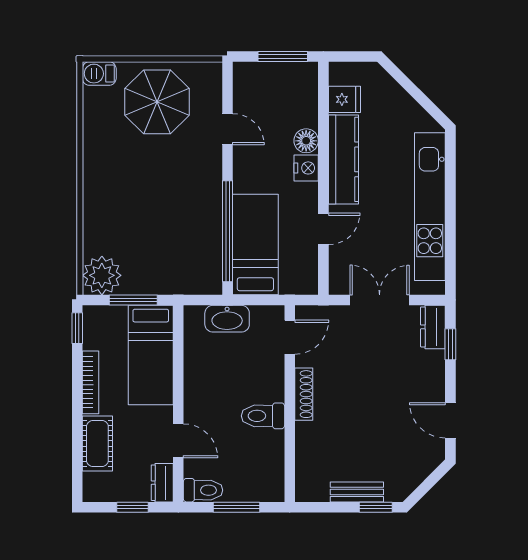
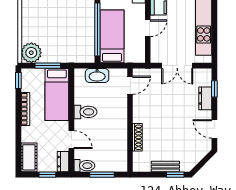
double door: (380, 300) -> (177, 66), swing flipped
dresser: (433, 327) -> (205, 98), moved
shoe rack: (304, 394) -> (137, 137), moved
toilet: (263, 416) -> (85, 112), moved, turned 180
cot: (97, 444) -> (29, 157), moved

